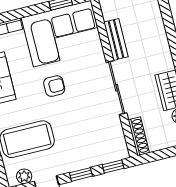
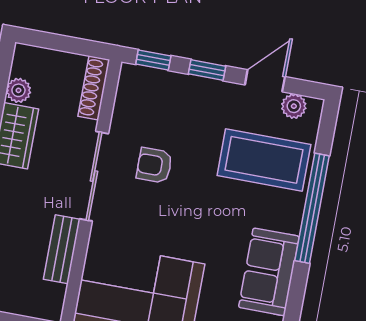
armchair: (54, 86) -> (154, 165), moved

